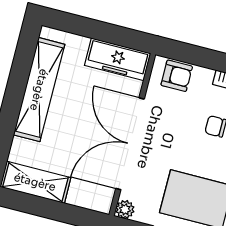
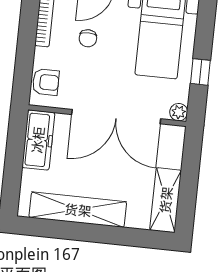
armchair: (177, 76) -> (46, 82), turned 90

